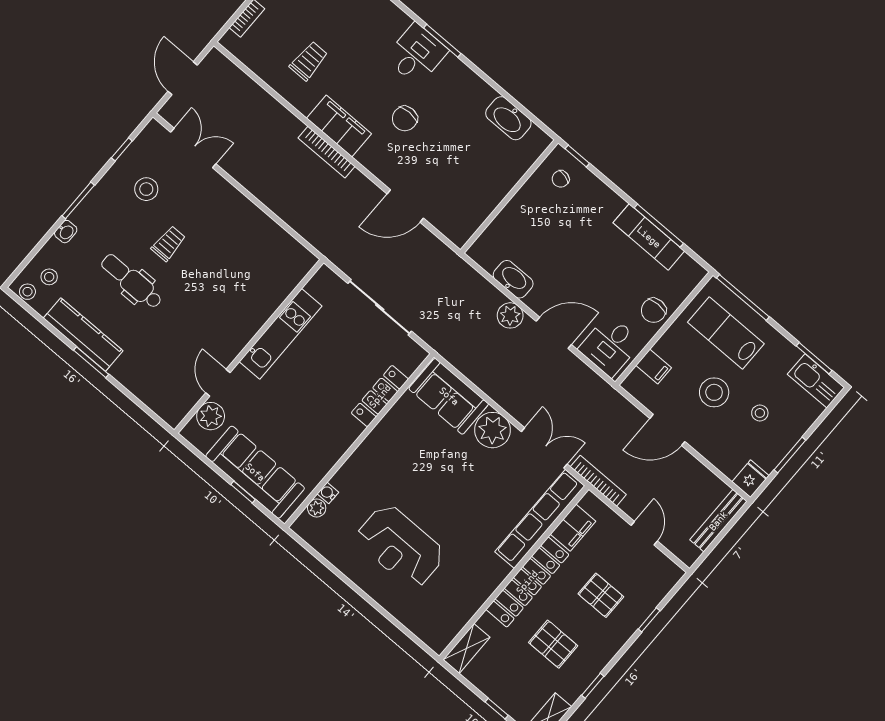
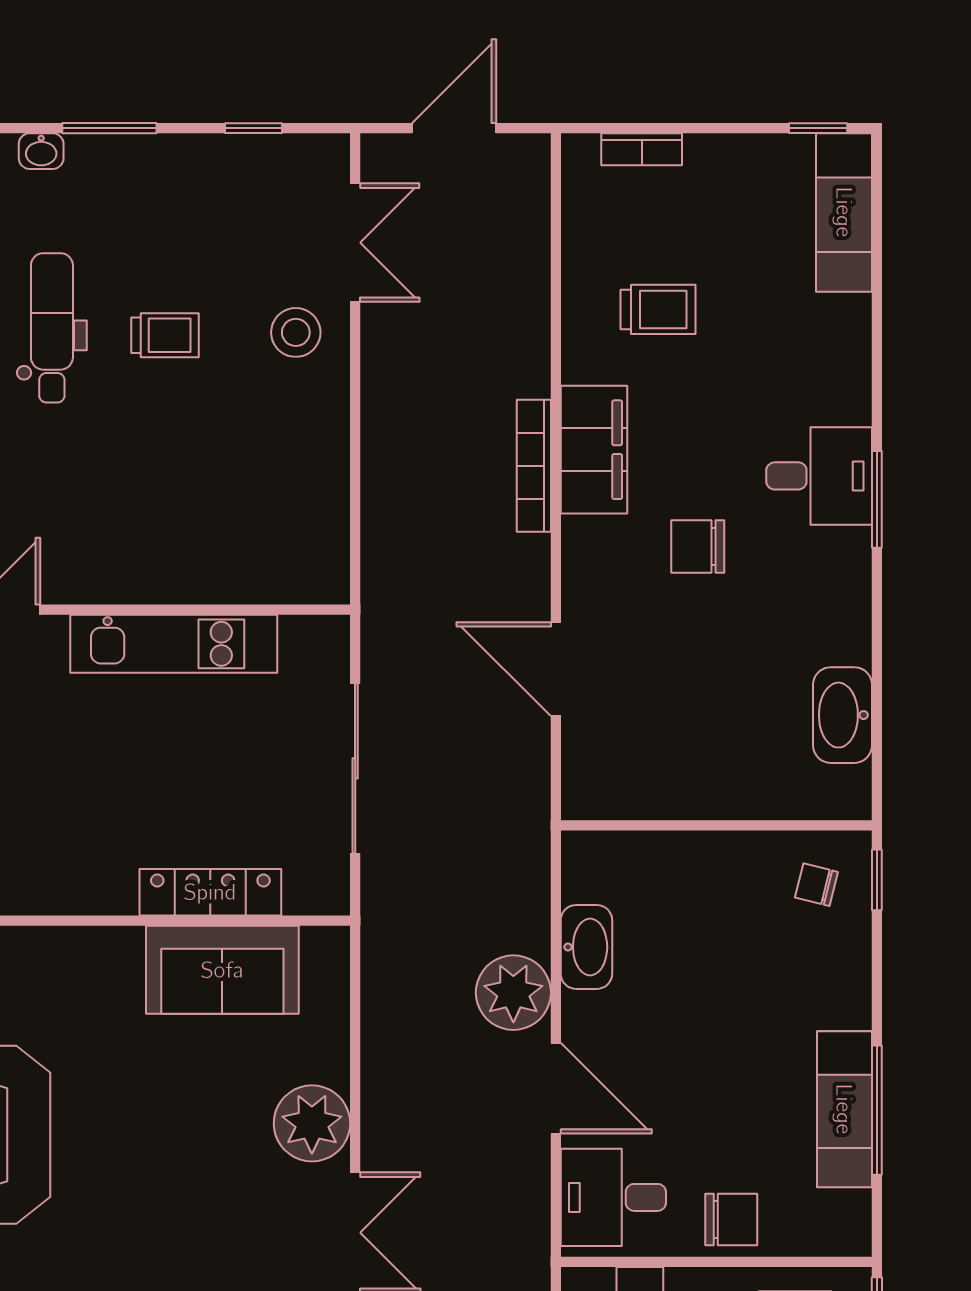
stool: (146, 189) -> (296, 332), moved
chair: (654, 310) -> (731, 1219), turned 180
plant: (510, 315) -> (513, 993), width x1.36, depth x1.36
sofa: (449, 396) -> (222, 970), moved, turned -90

